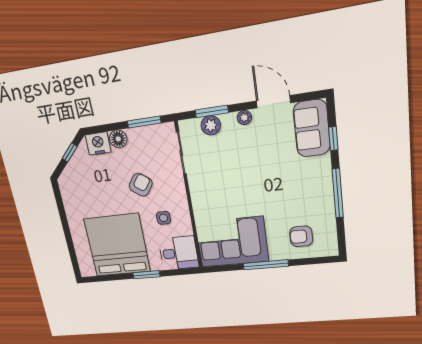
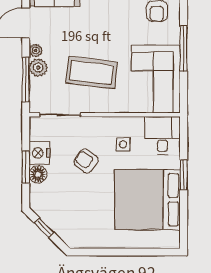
window: (212, 111) -> (26, 79), width x1.44
window: (144, 122) -> (26, 167), moved
plant: (211, 125) -> (38, 67), moved
nightstand: (98, 143) -> (39, 153), moved
coffee table: (229, 179) -> (92, 73), added

